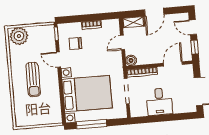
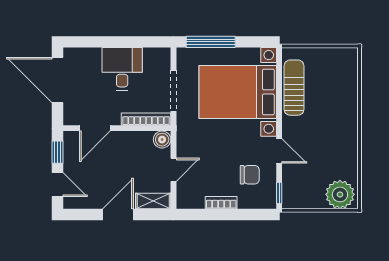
sun lounger: (33, 79) -> (294, 88), moved
window: (92, 124) -> (211, 42), moved

